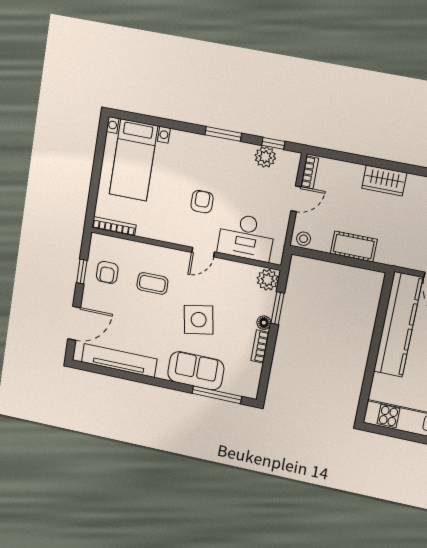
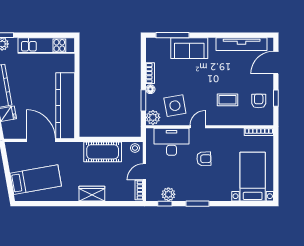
armchair: (202, 202) -> (204, 159), turned -92
cot: (354, 246) -> (103, 152), width x1.37, depth x1.34
side table: (199, 320) -> (175, 106), moved

